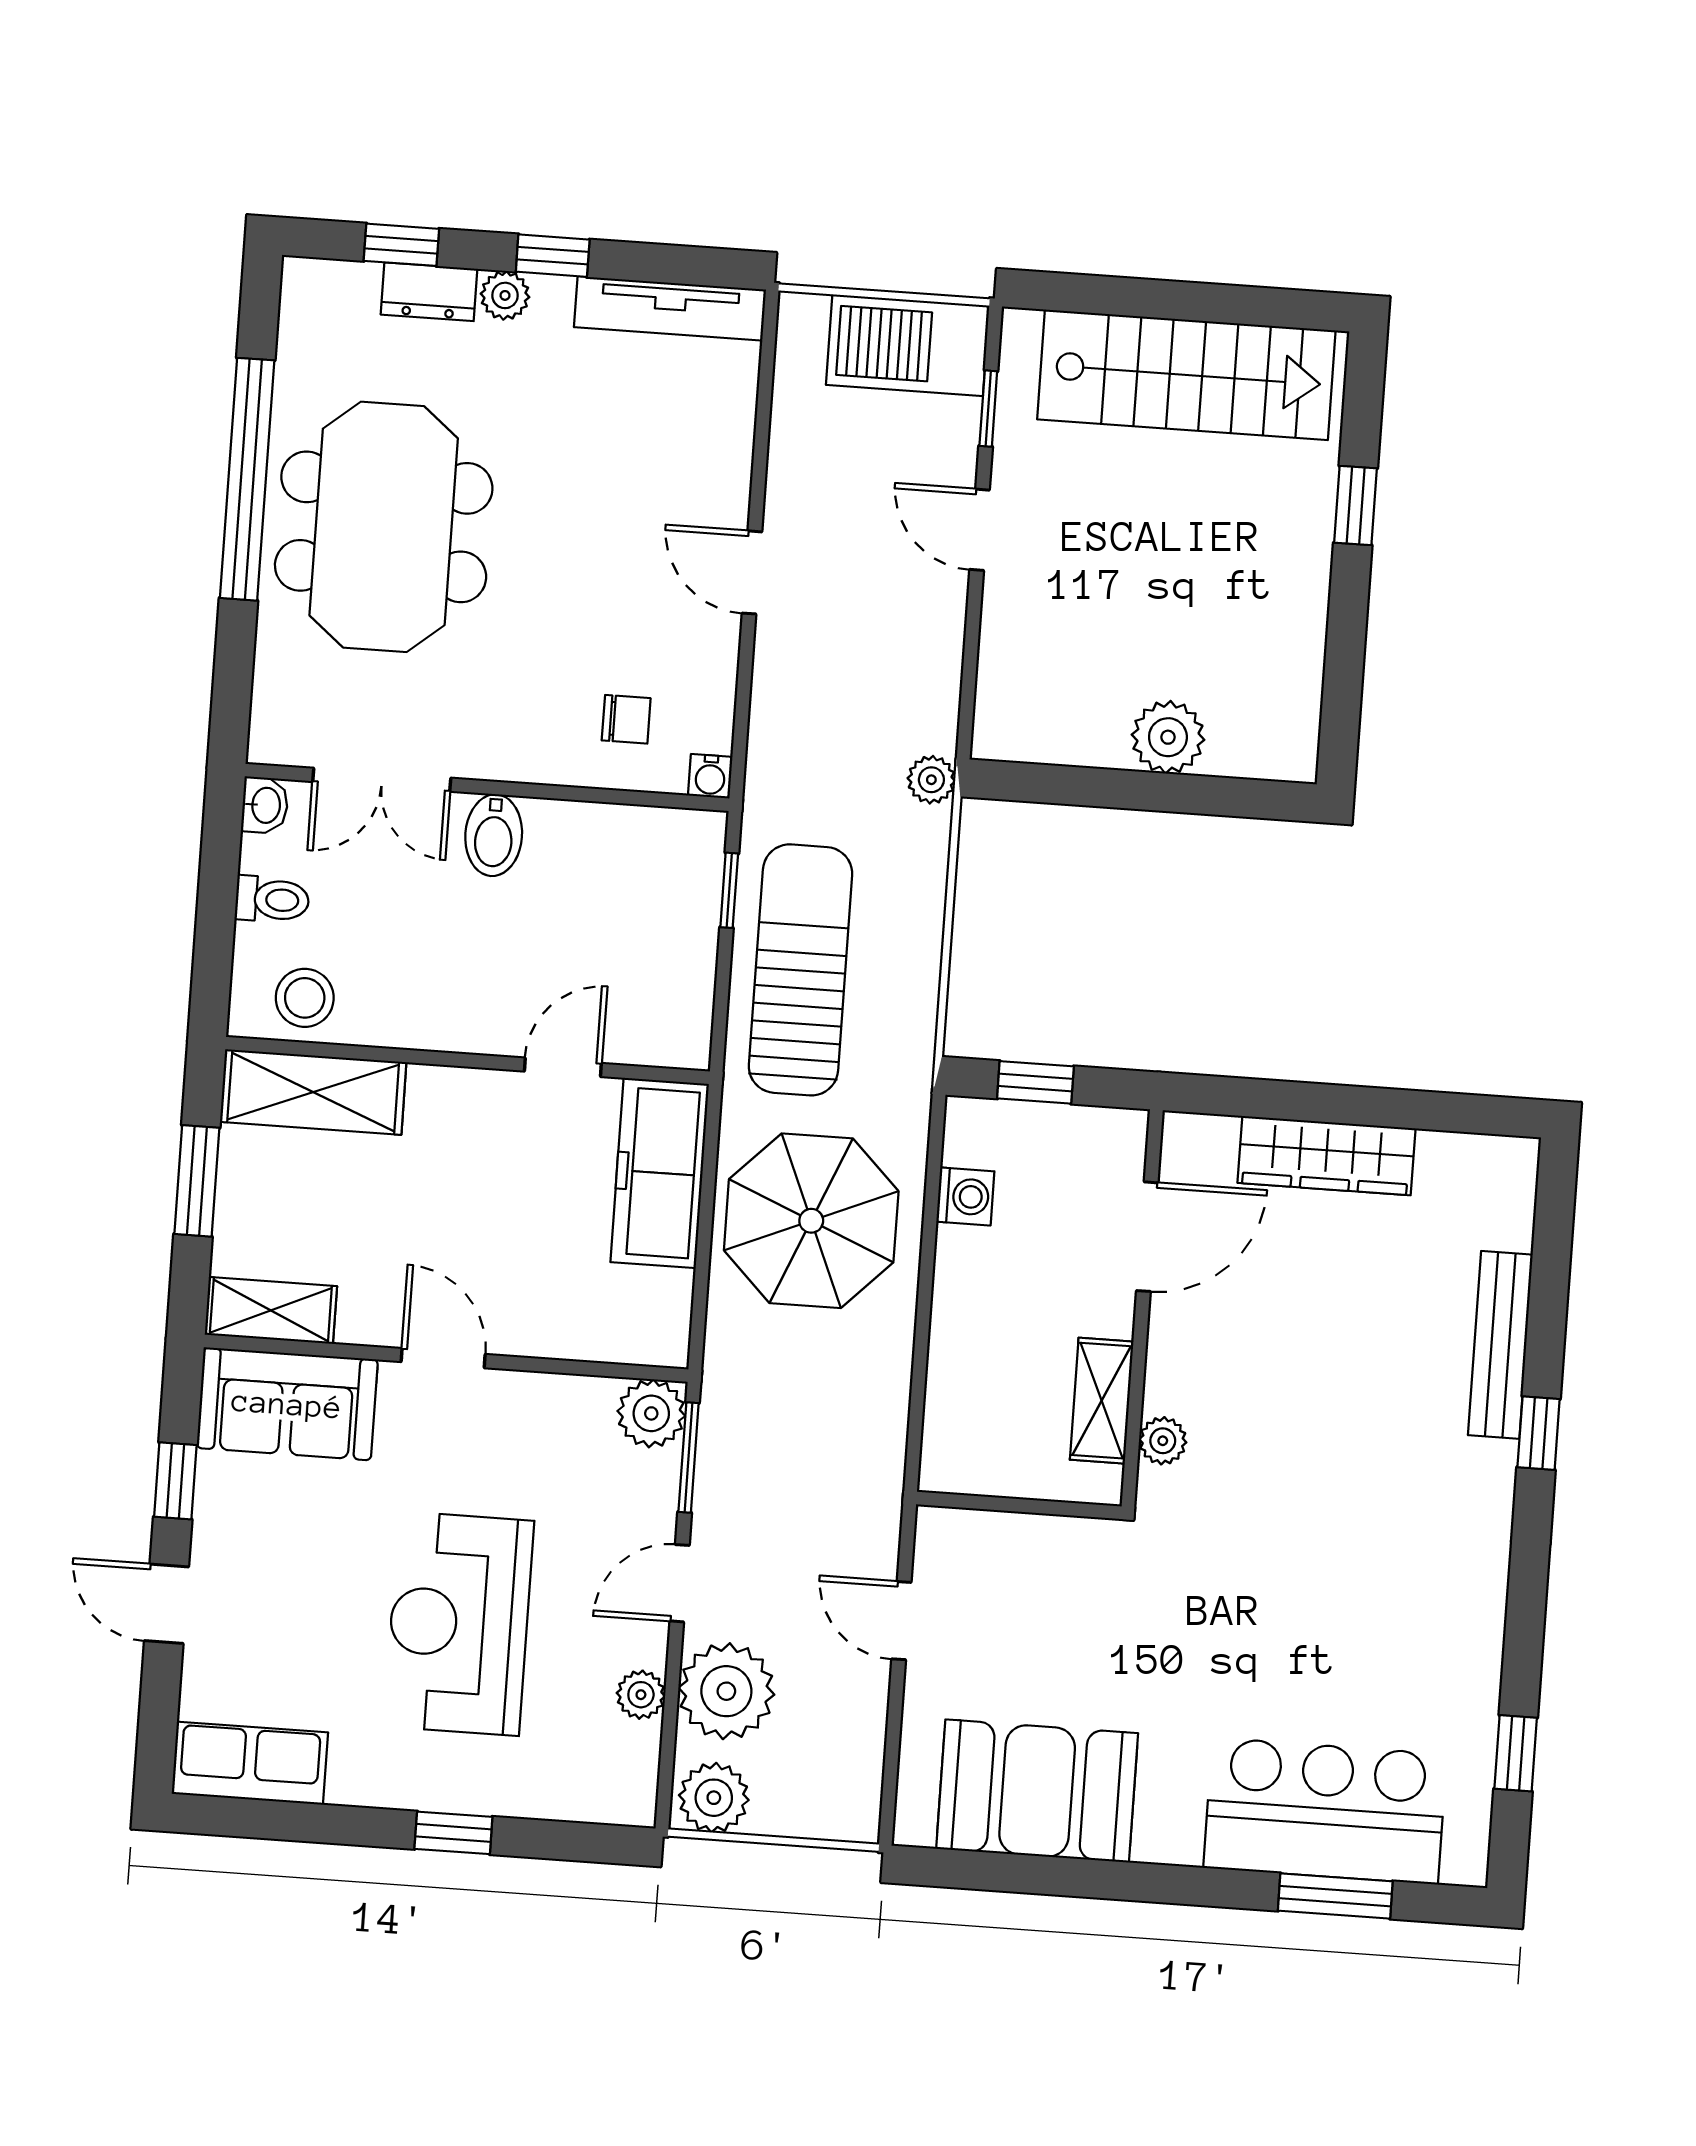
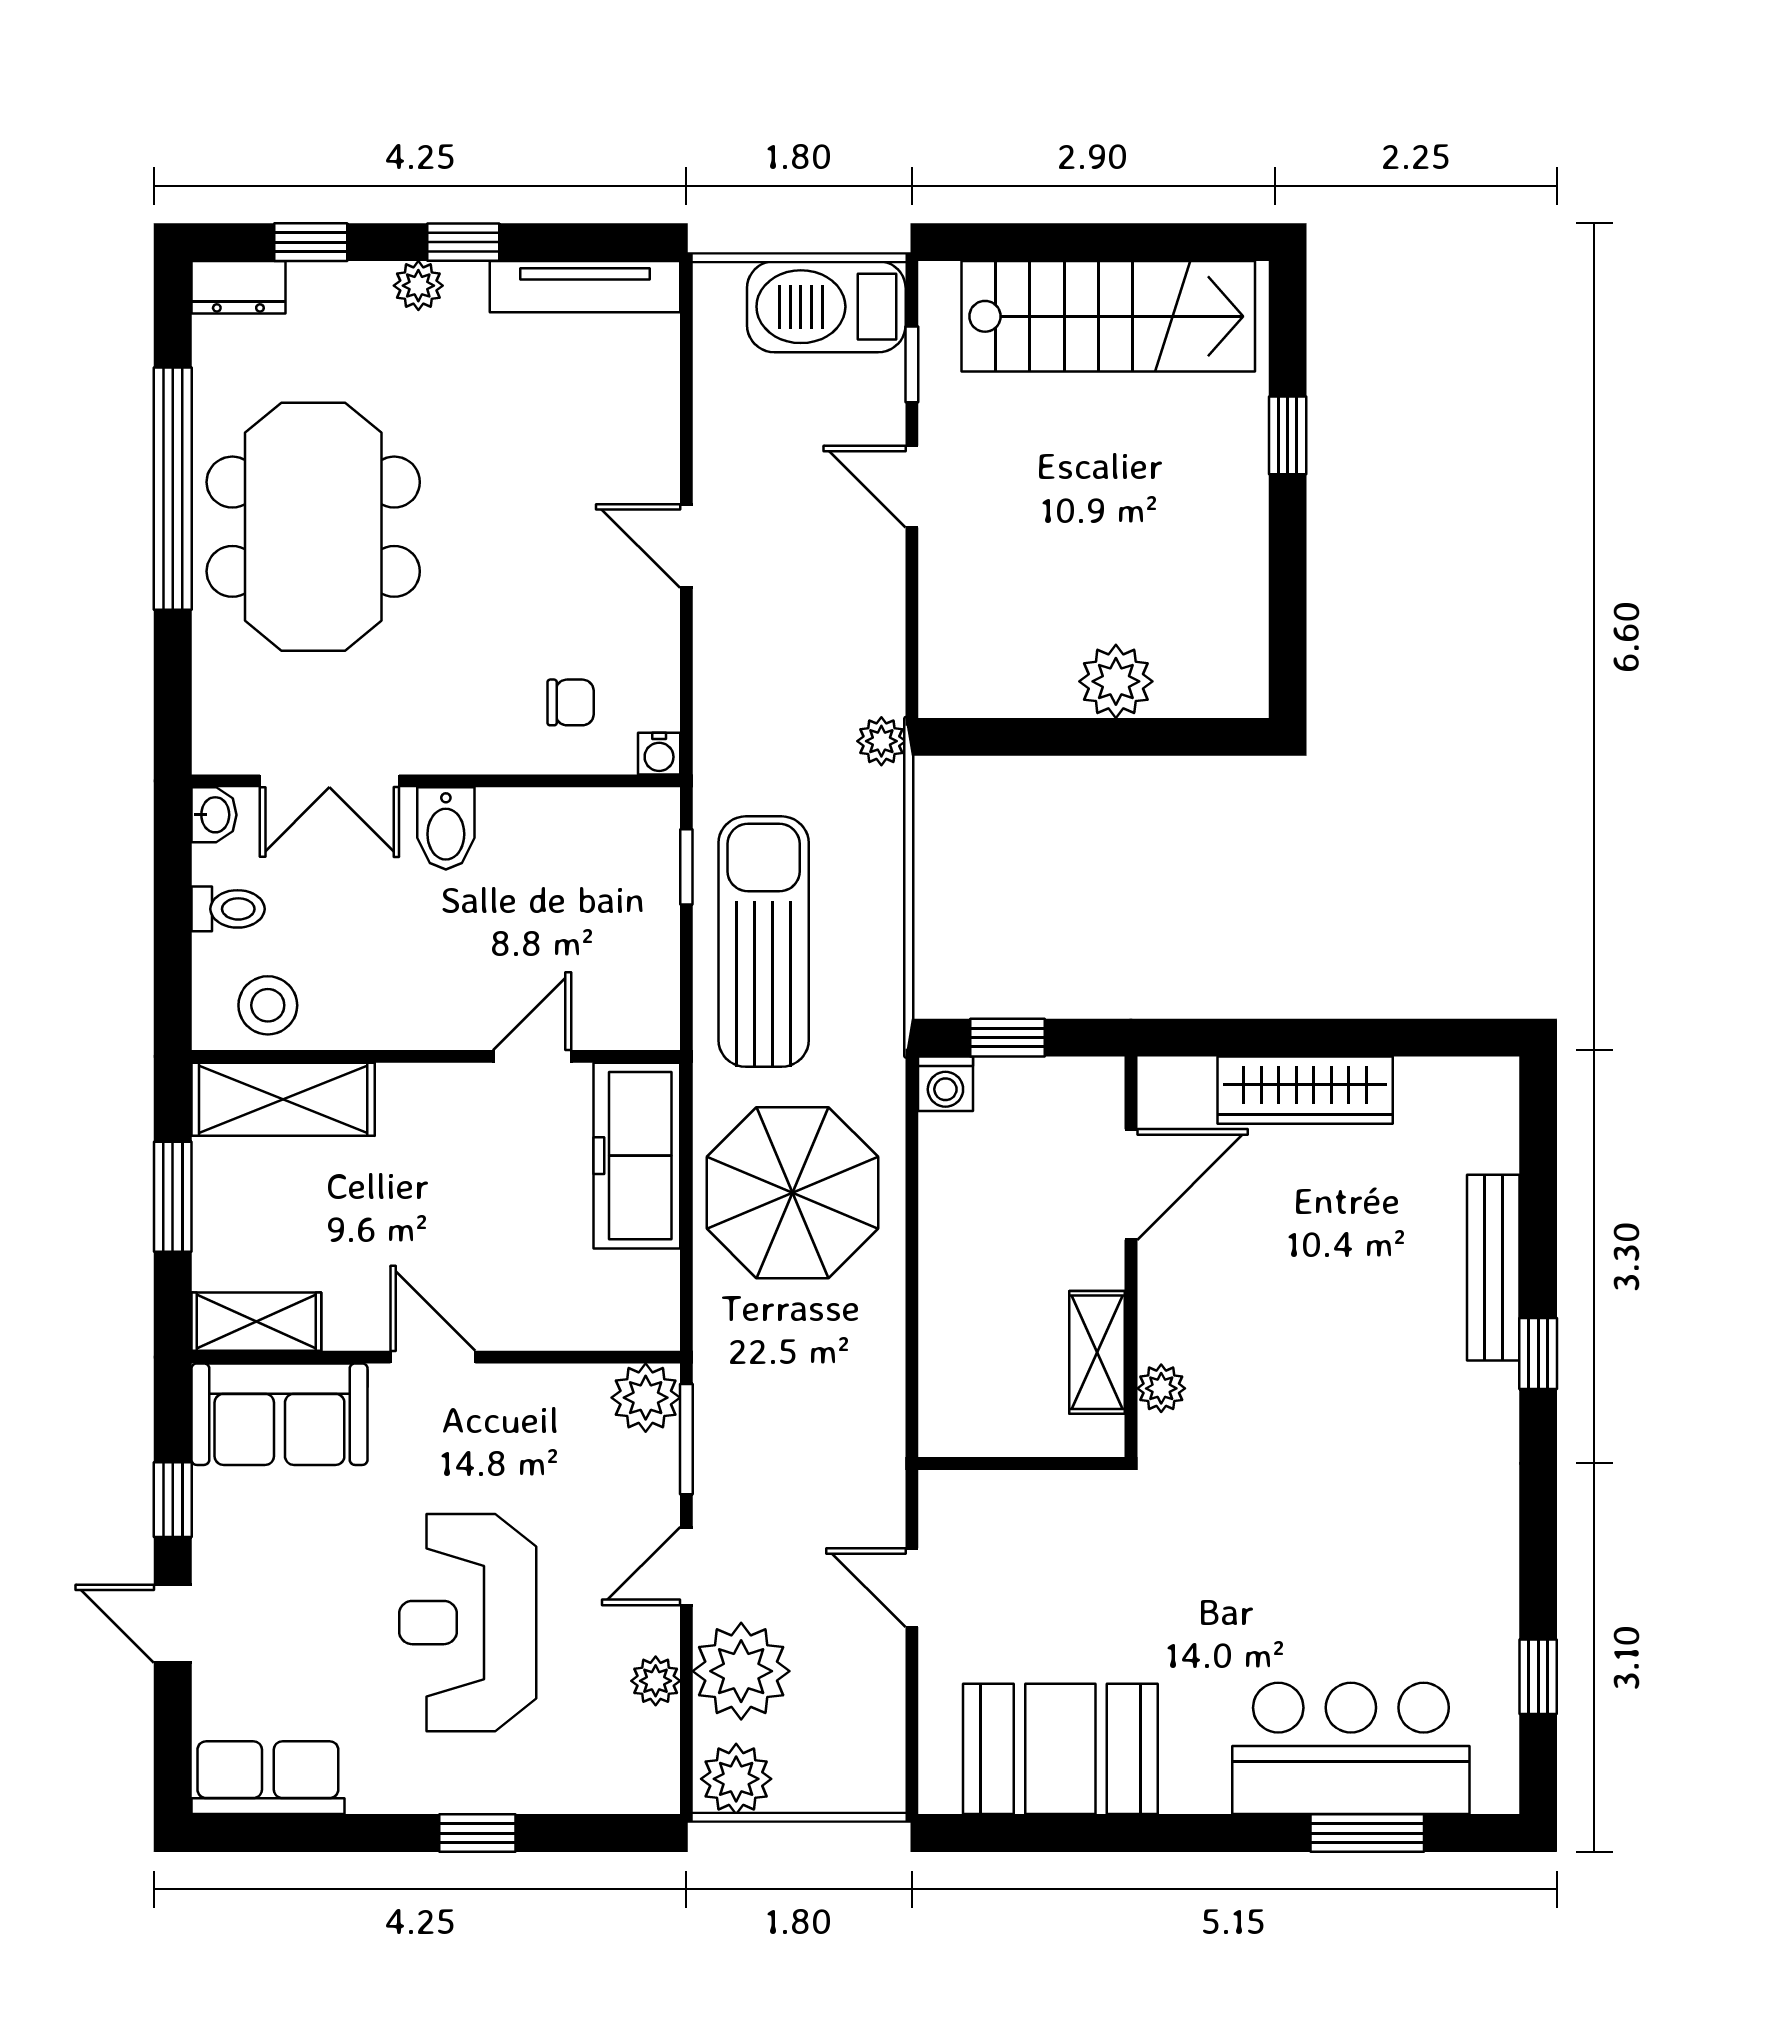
dresser: (429, 292) -> (238, 287), moved
washing machine: (965, 1196) -> (945, 1084), moved, turned 90

